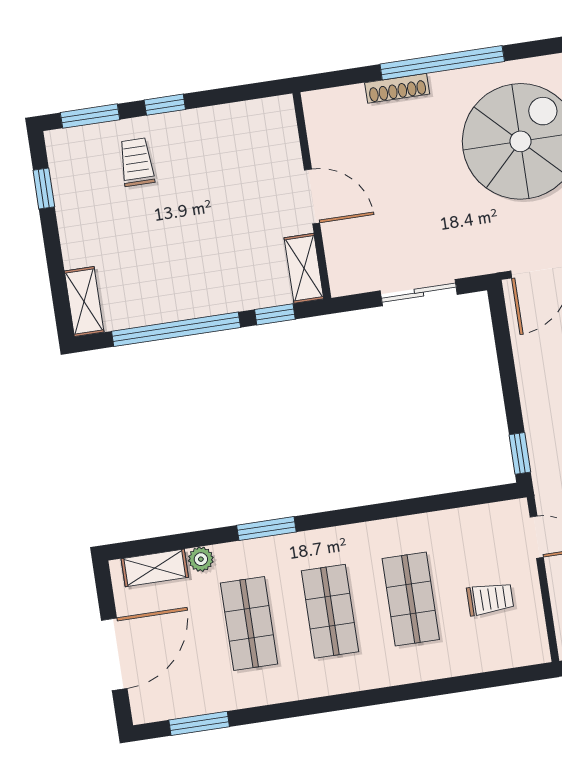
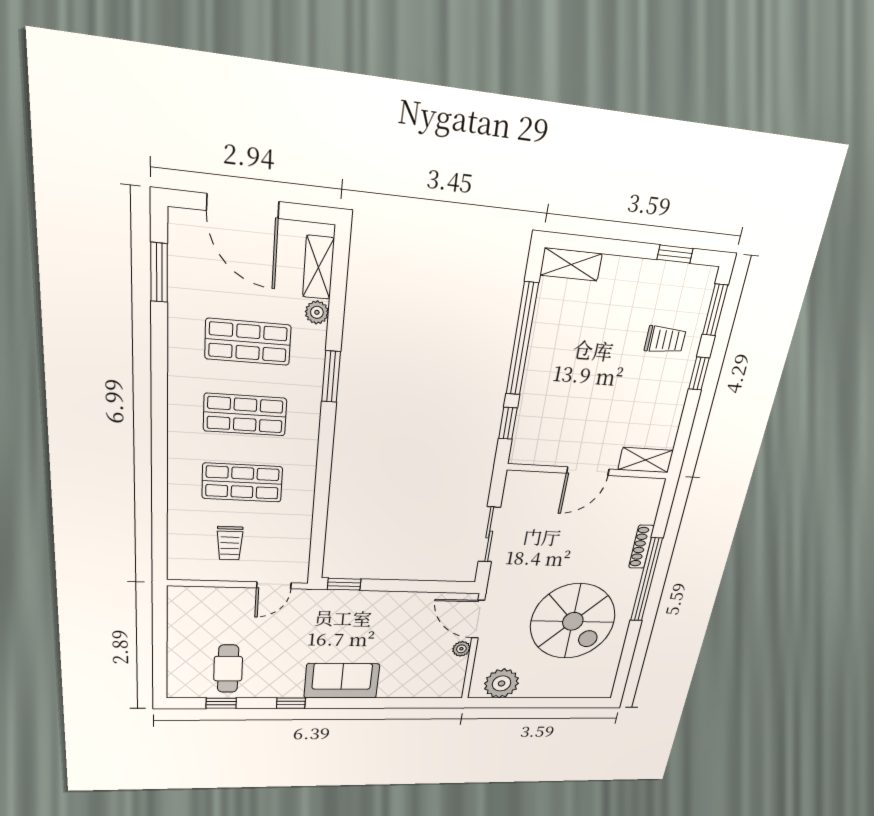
shelving: (304, 268) -> (646, 460), moved

